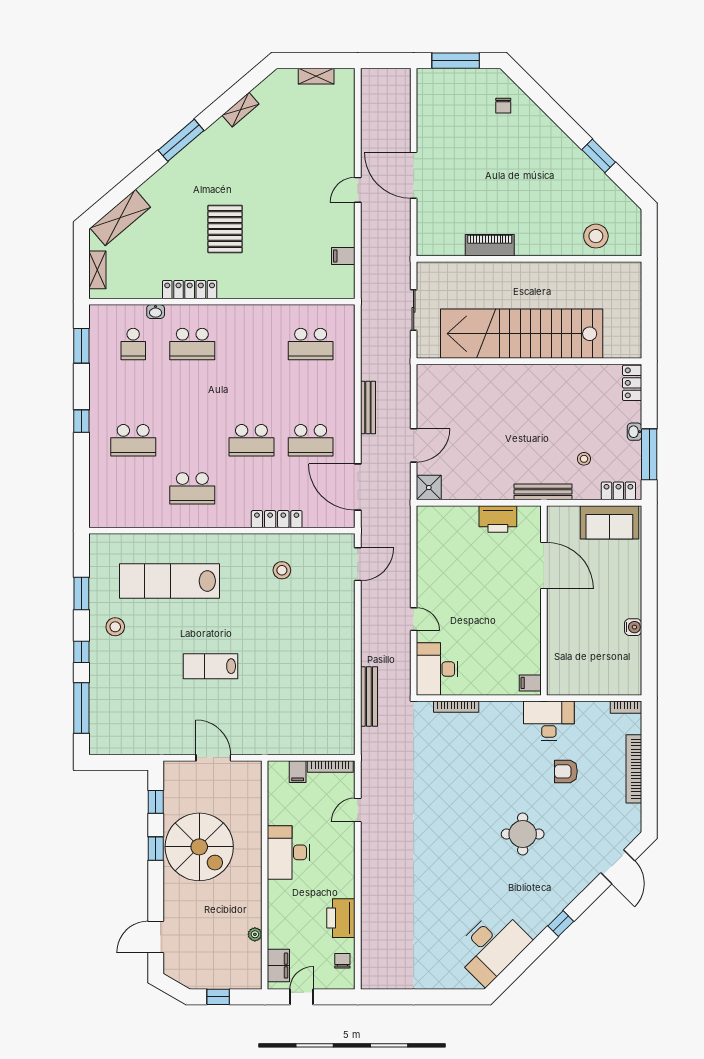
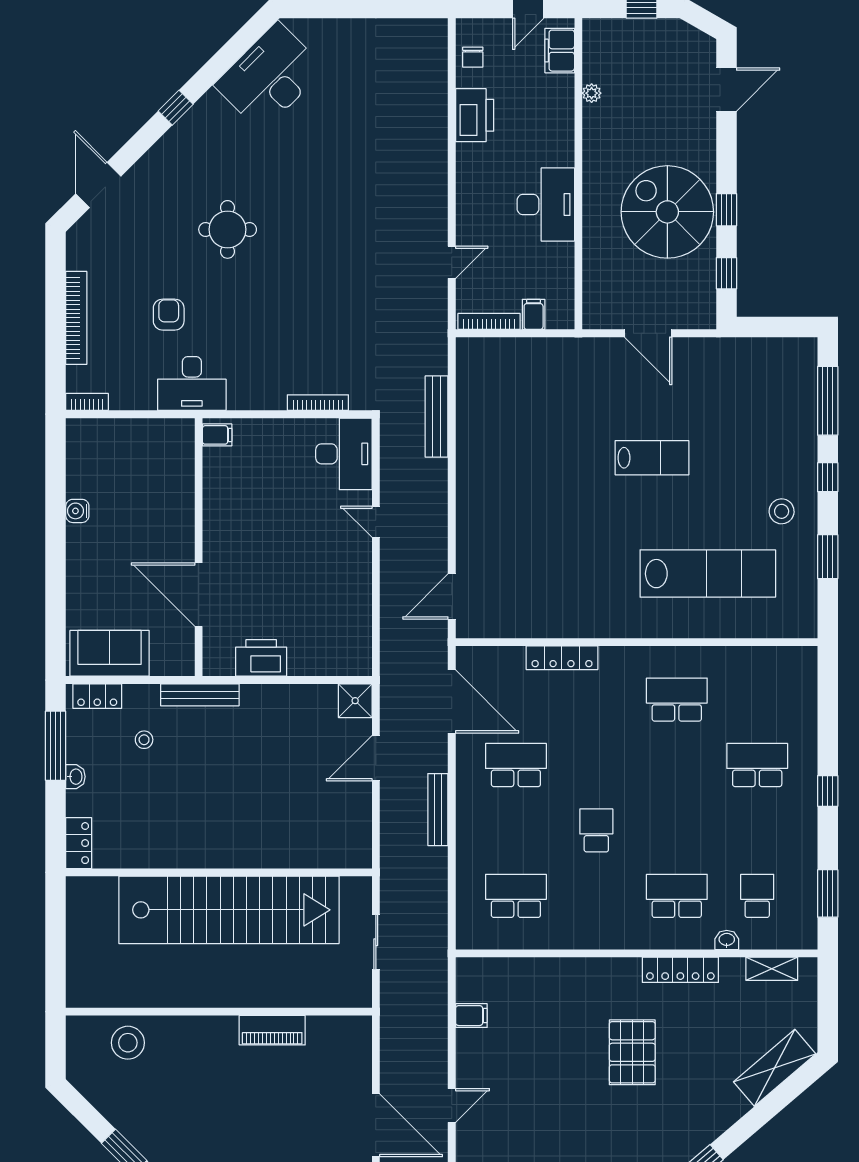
shelving: (97, 270) -> (772, 969), moved, turned 90
school desk: (251, 440) -> (596, 830), moved, width x0.54
stool: (282, 570) -> (555, 588), removed
armchair: (566, 771) -> (169, 315), turned -90

